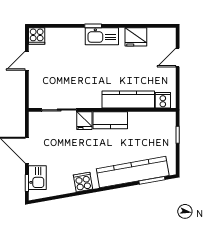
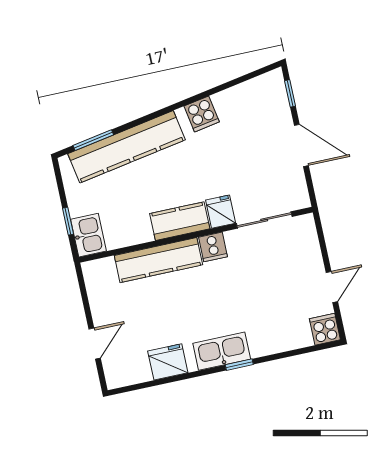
cooker: (163, 100) -> (213, 247), moved
kitchen sink: (37, 178) -> (88, 235), moved, turned 180

